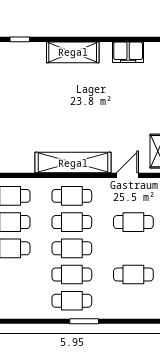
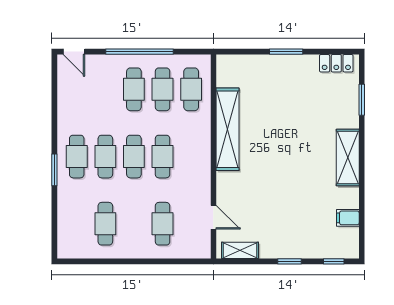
window: (20, 39) -> (362, 100), width x1.50
filing cabinet: (128, 52) -> (348, 218), width x0.50
shelving: (73, 163) -> (227, 129), moved
cafe table: (72, 196) -> (191, 157), removed

